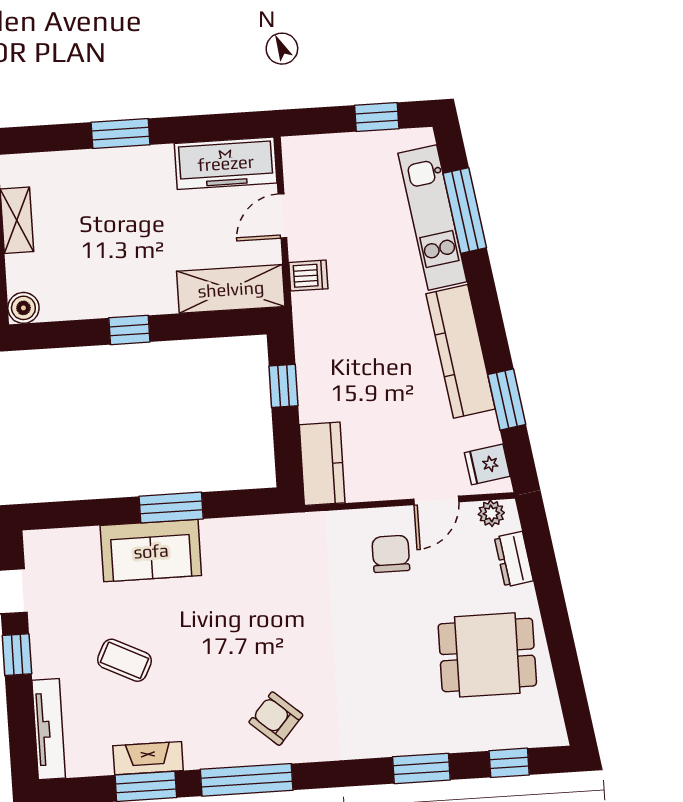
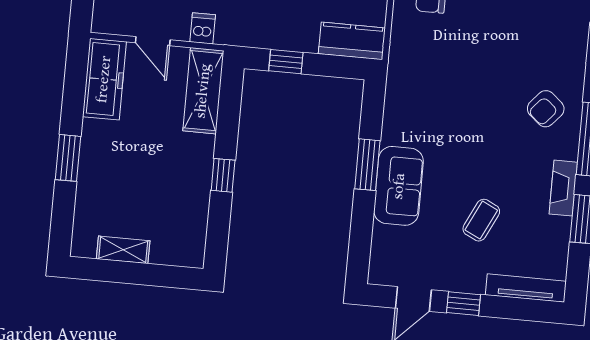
boiler: (23, 308) -> (193, 256), removed
fireplace: (148, 758) -> (563, 188), moved

